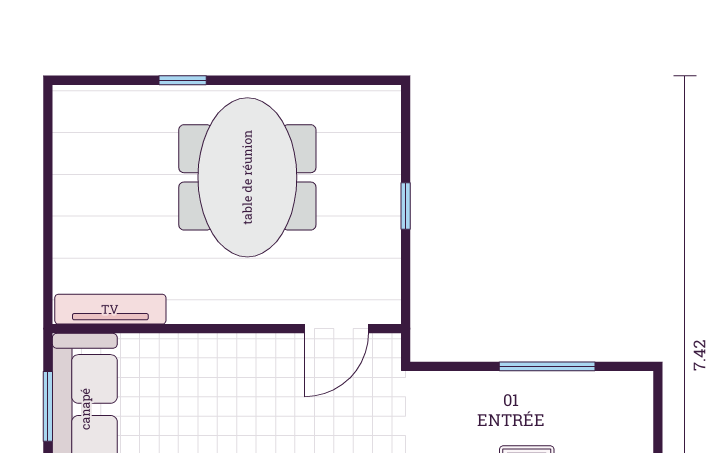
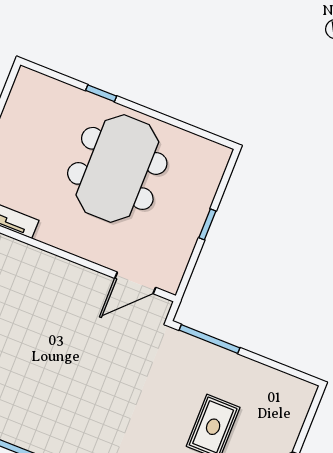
window: (547, 366) -> (210, 339), moved

